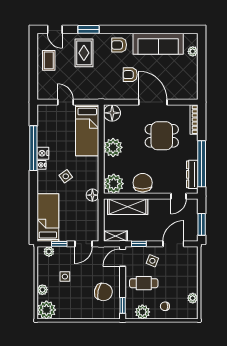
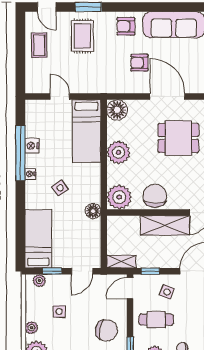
nightstand: (43, 153) -> (32, 146), moved
shelving: (128, 207) -> (165, 225), moved

